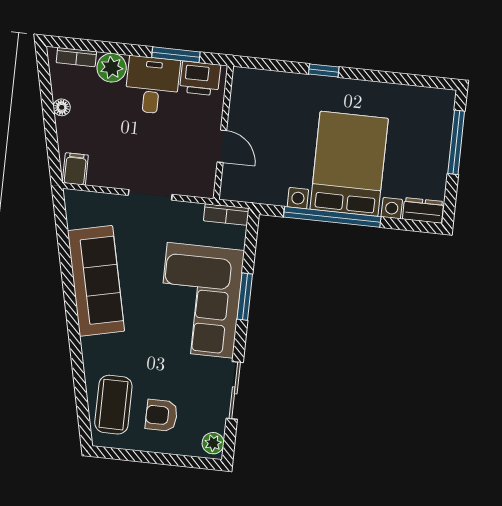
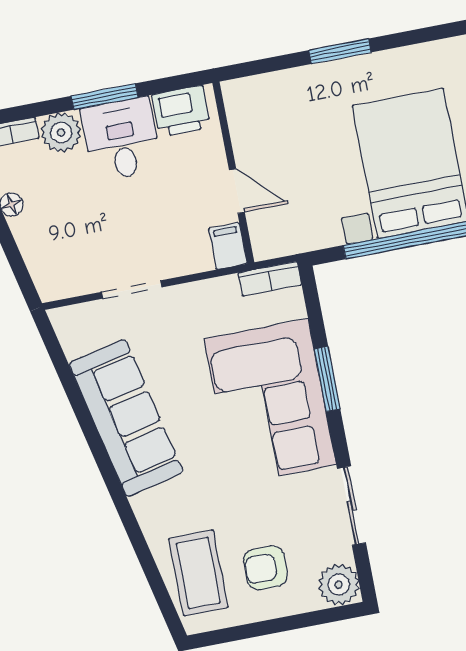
window: (176, 55) -> (105, 97), moved
window: (324, 70) -> (340, 51), width x1.50
filing cabinet: (75, 169) -> (228, 246), moved
doorway: (150, 195) -> (132, 290), moved
plant: (213, 443) -> (339, 585), width x1.38, depth x1.38

